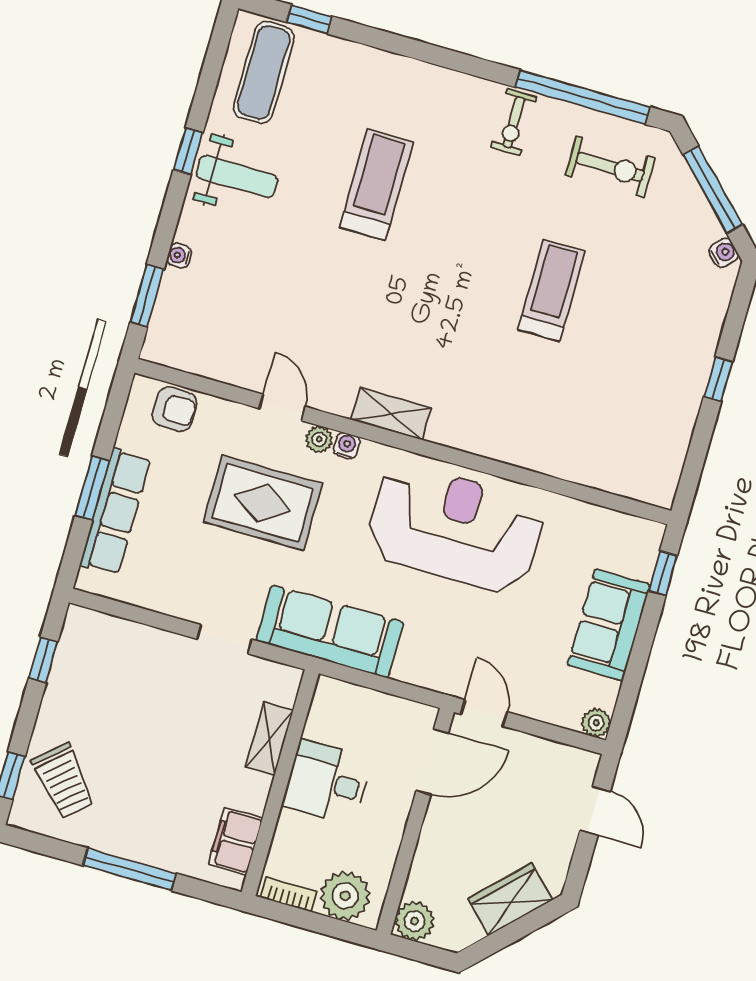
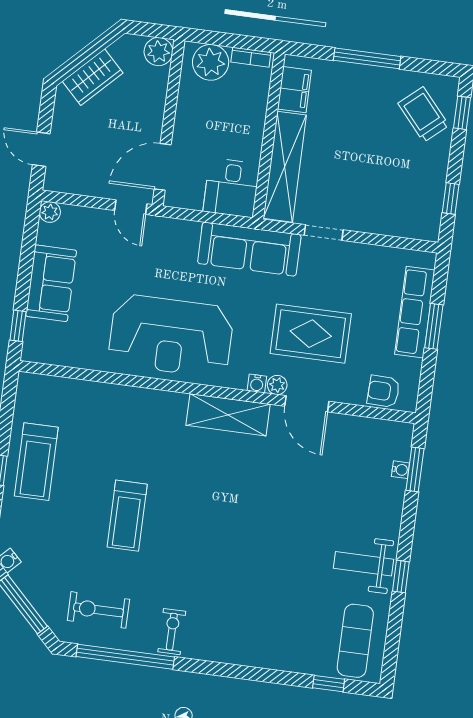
treadmill: (376, 185) -> (36, 462), moved
water cooler: (179, 256) -> (400, 470), moved
door: (282, 407) -> (307, 404), width x1.38
shelving: (391, 414) -> (228, 415), width x1.50, depth x1.33
shelving: (269, 739) -> (285, 167), width x2.20, depth x1.33
desk: (327, 782) -> (231, 188), moved, turned 90

